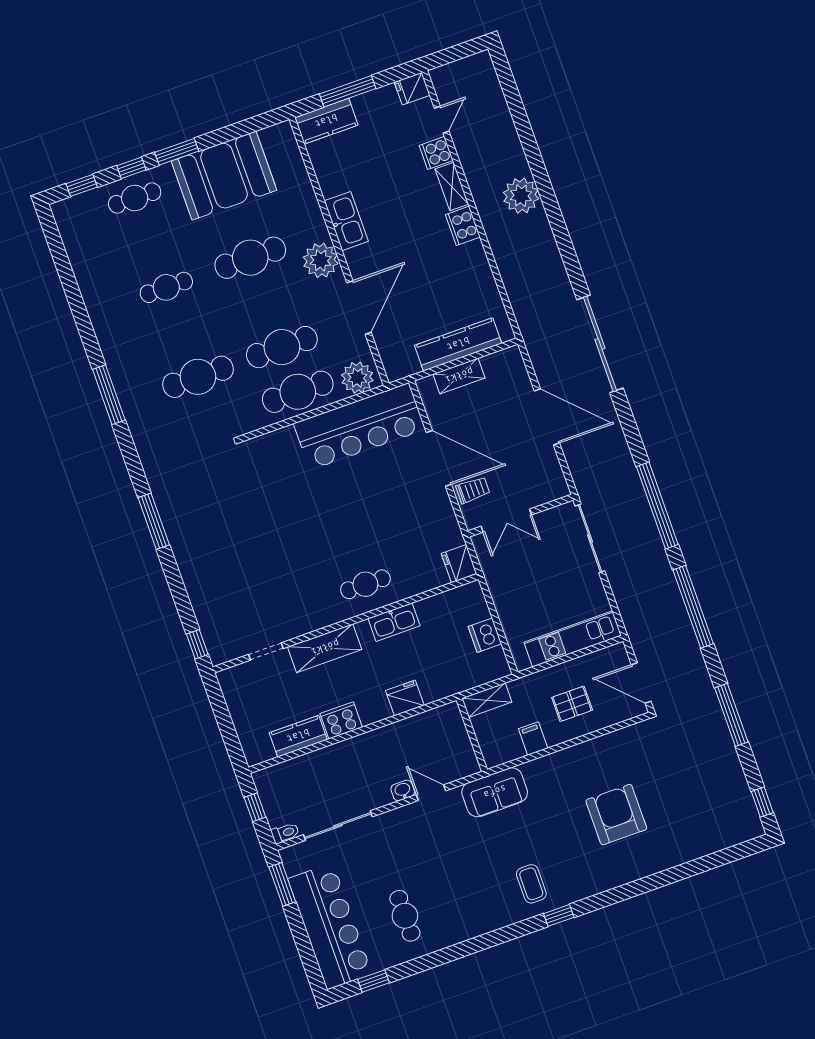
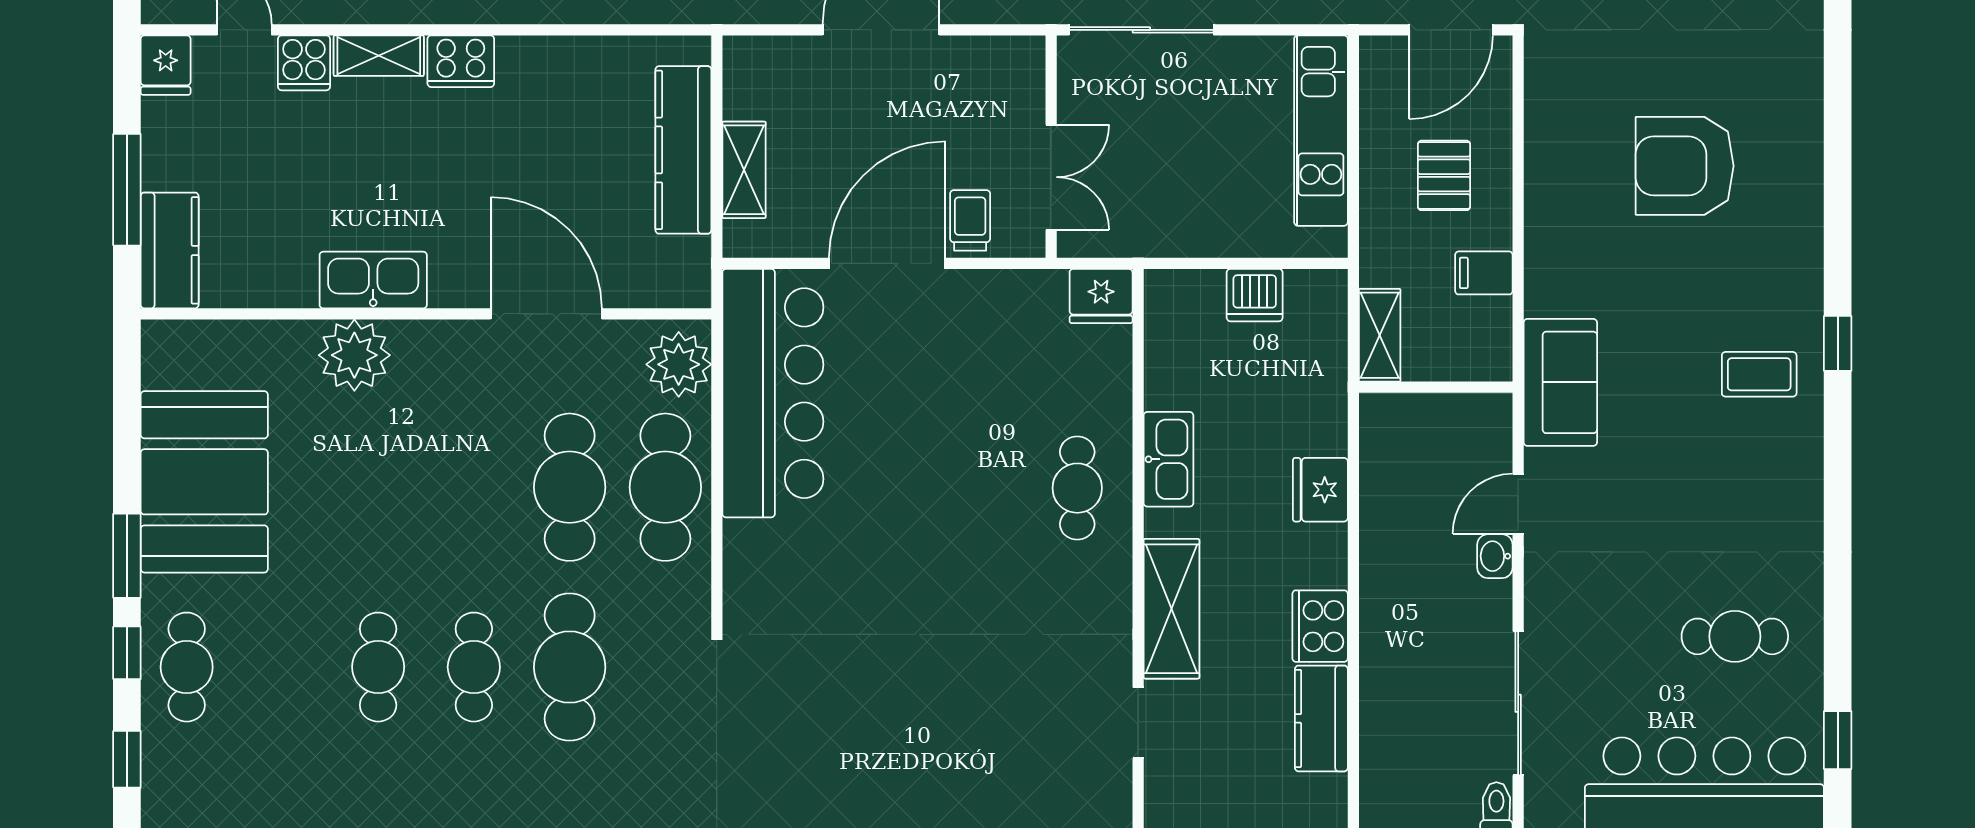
cafe table: (250, 258) -> (474, 667), moved, width x0.73, depth x0.74
plant: (321, 260) -> (354, 355), moved

